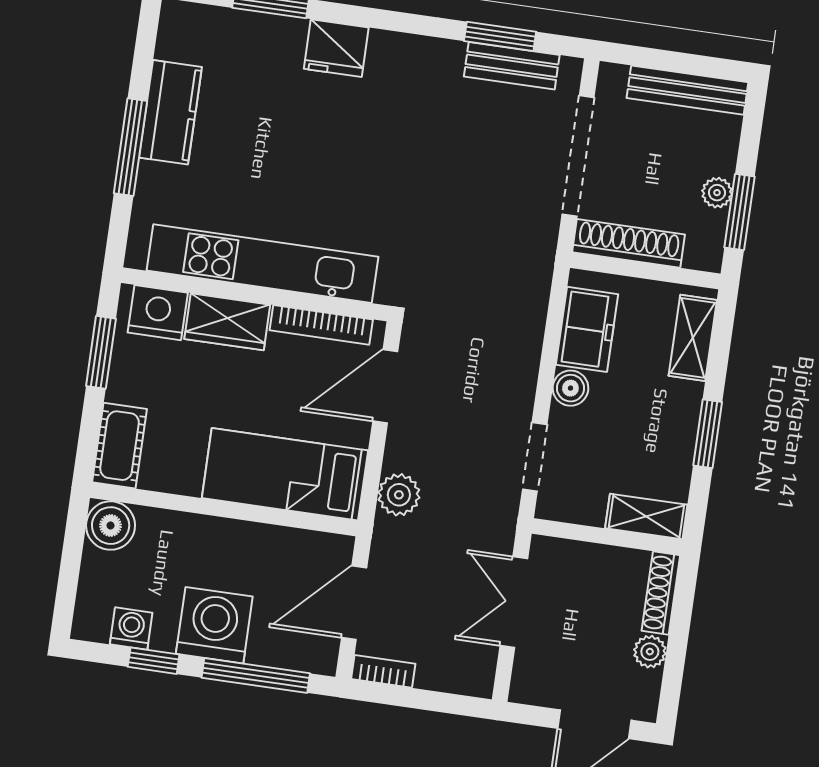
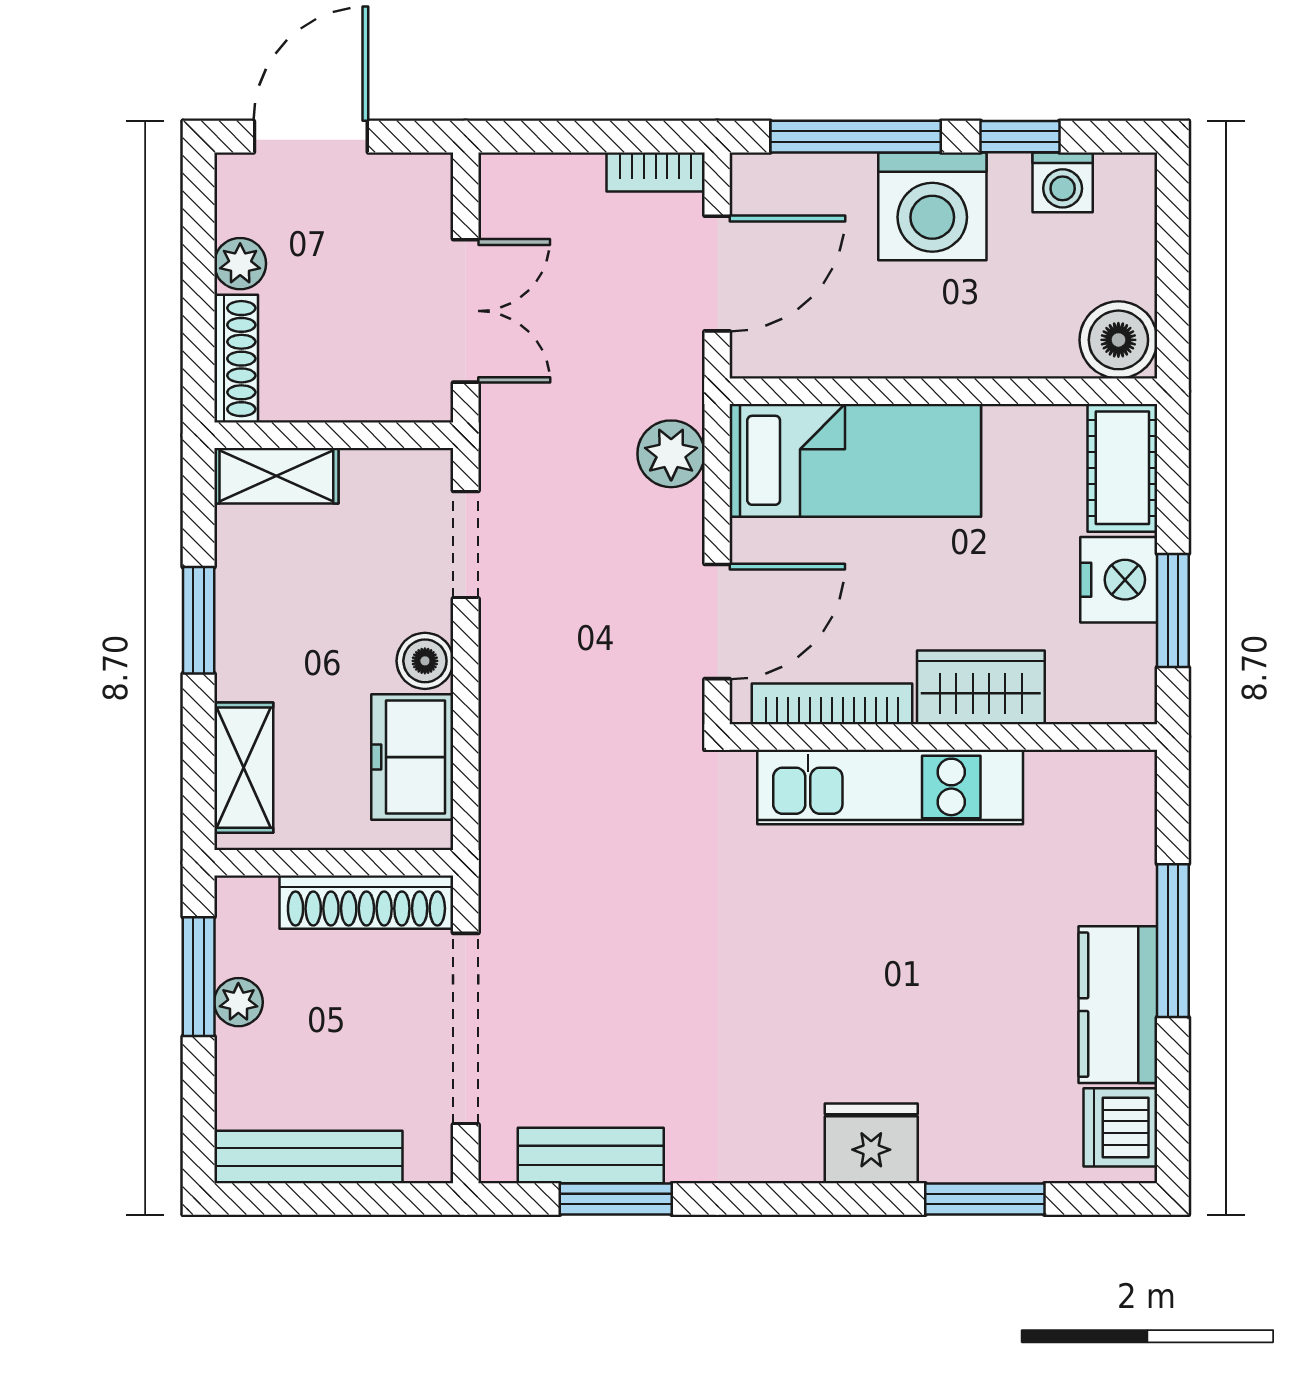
dishwasher: (180, 36) -> (1120, 1127), added
kitchen unit: (263, 264) -> (890, 787), width x0.73
nightstand: (158, 313) -> (1119, 580), moved, turned -90

